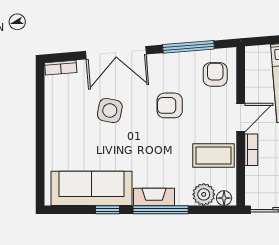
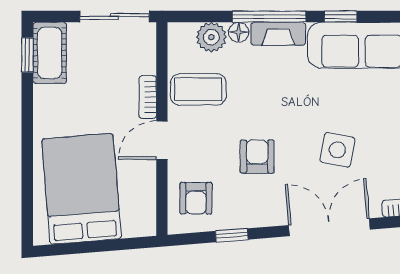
window: (188, 47) -> (232, 235), width x0.46
armchair: (170, 105) -> (257, 156), turned -90
floor lamp: (224, 198) -> (239, 32), moved

